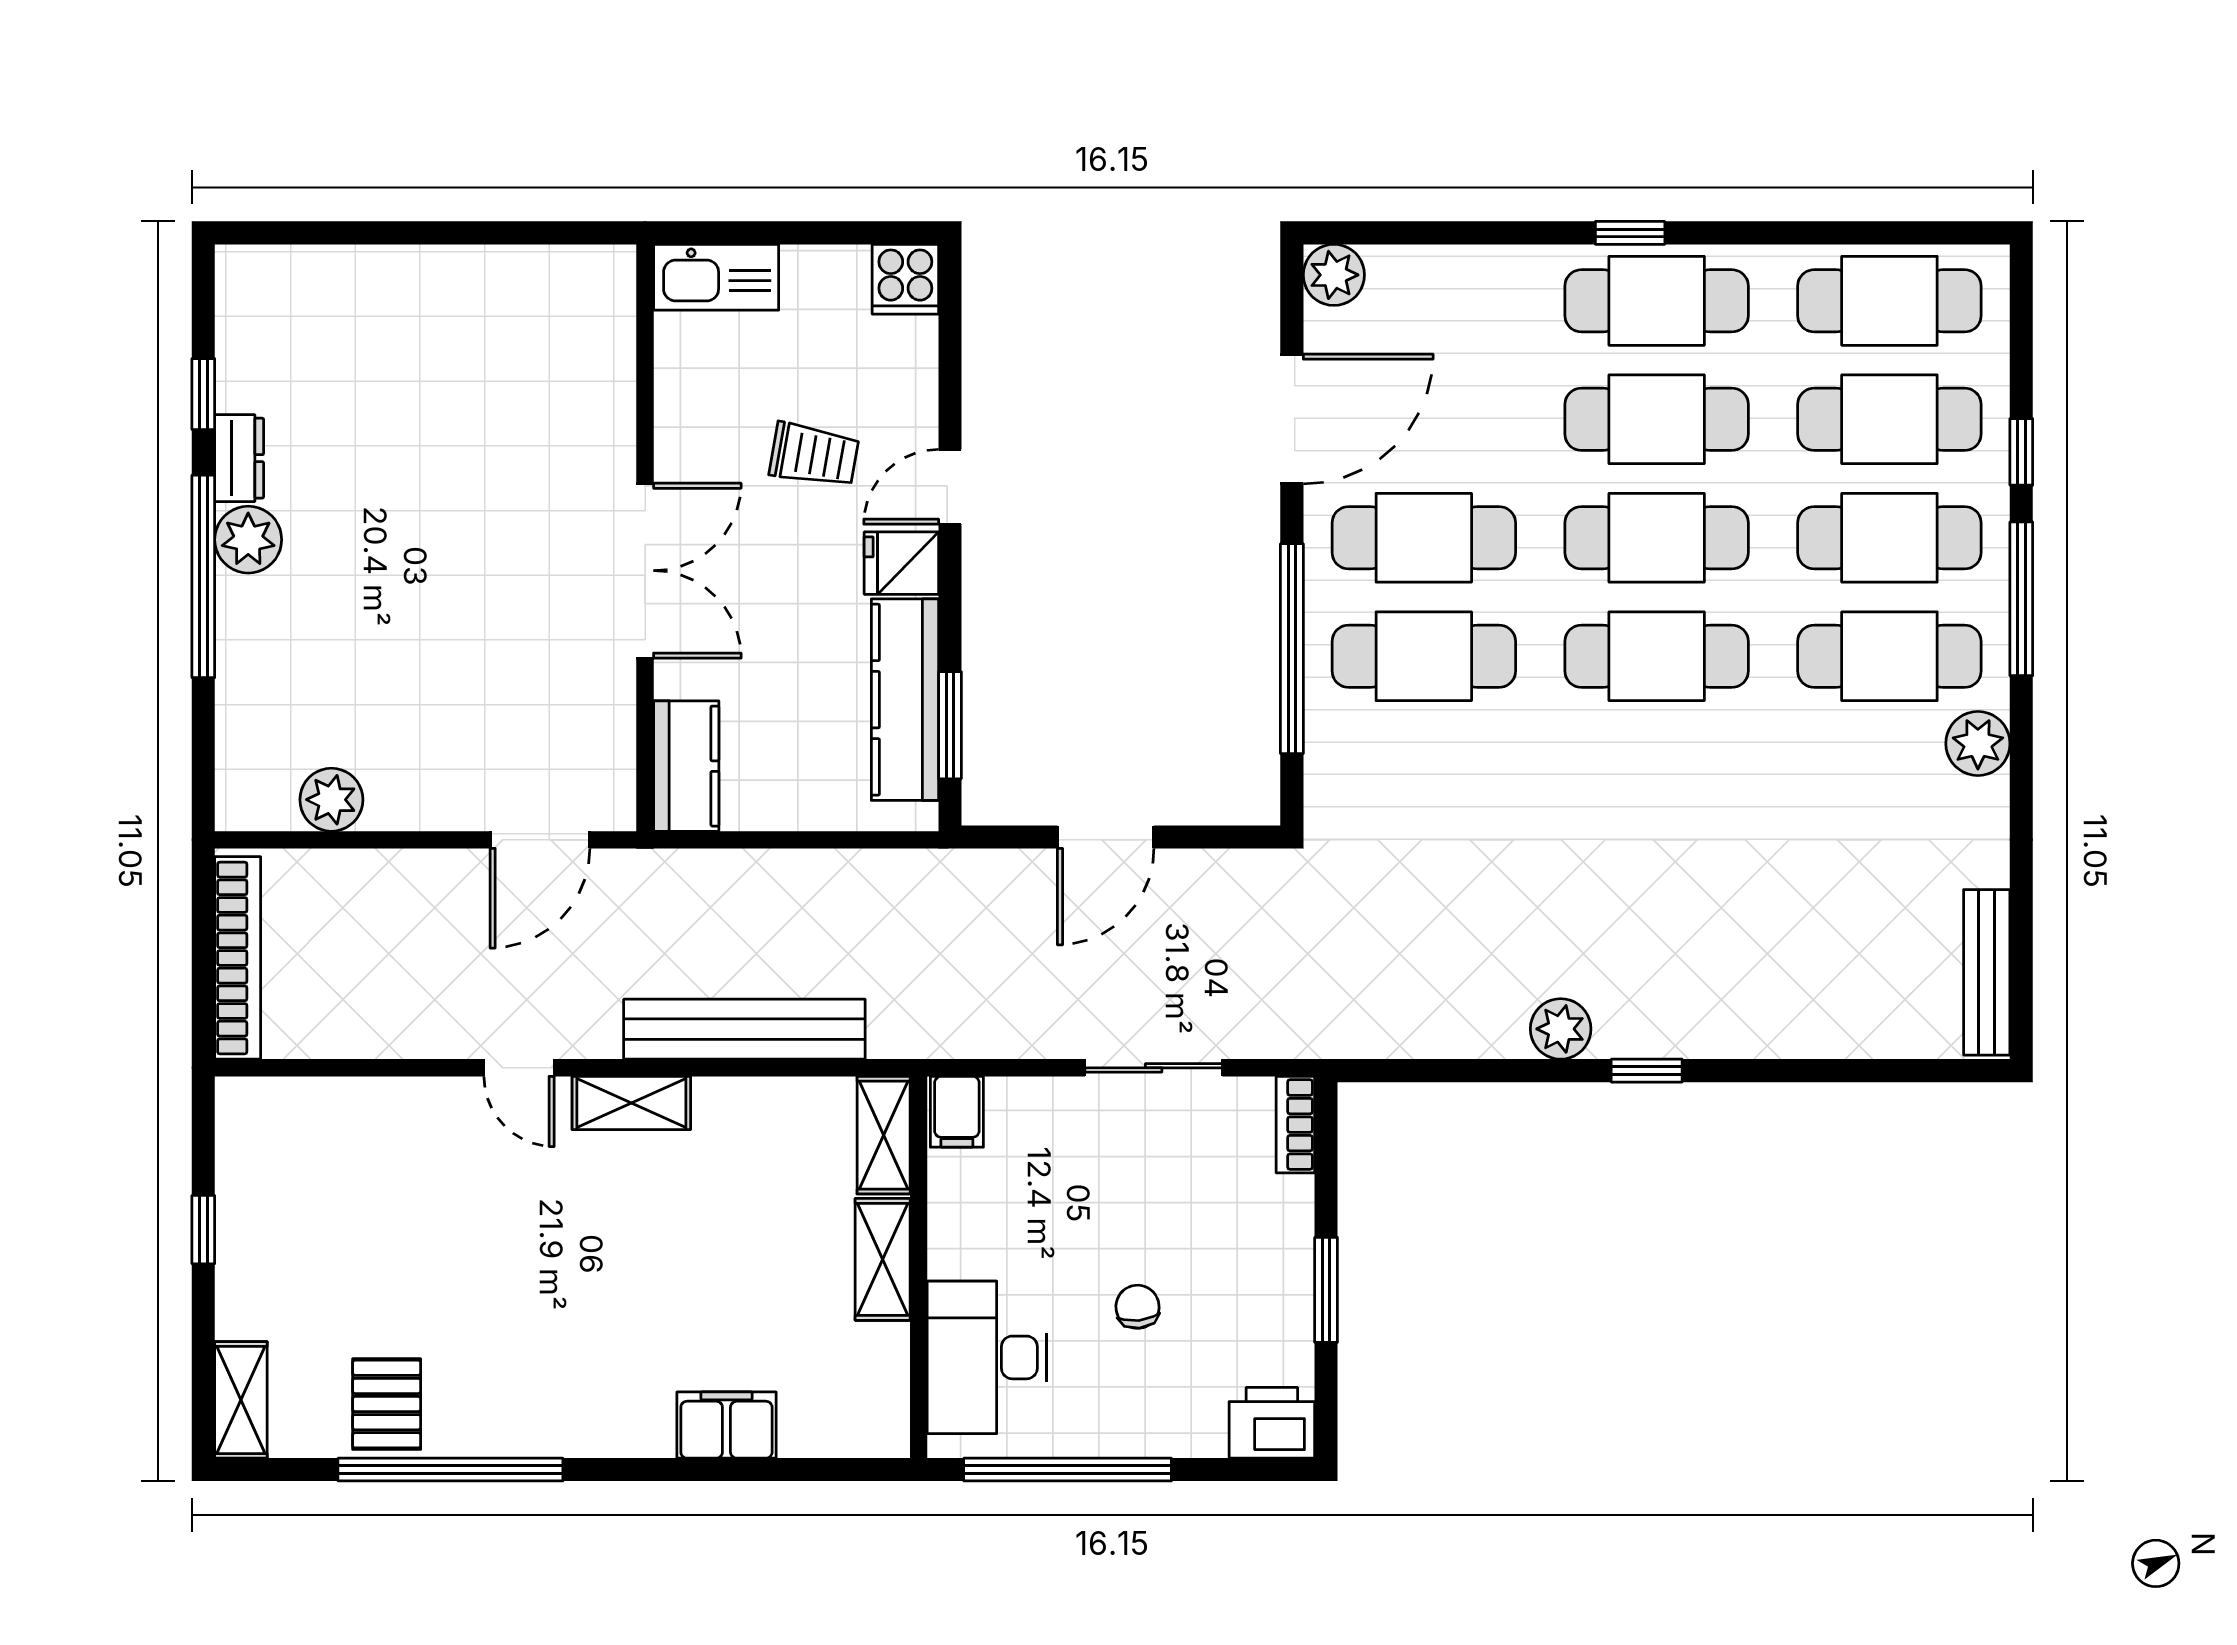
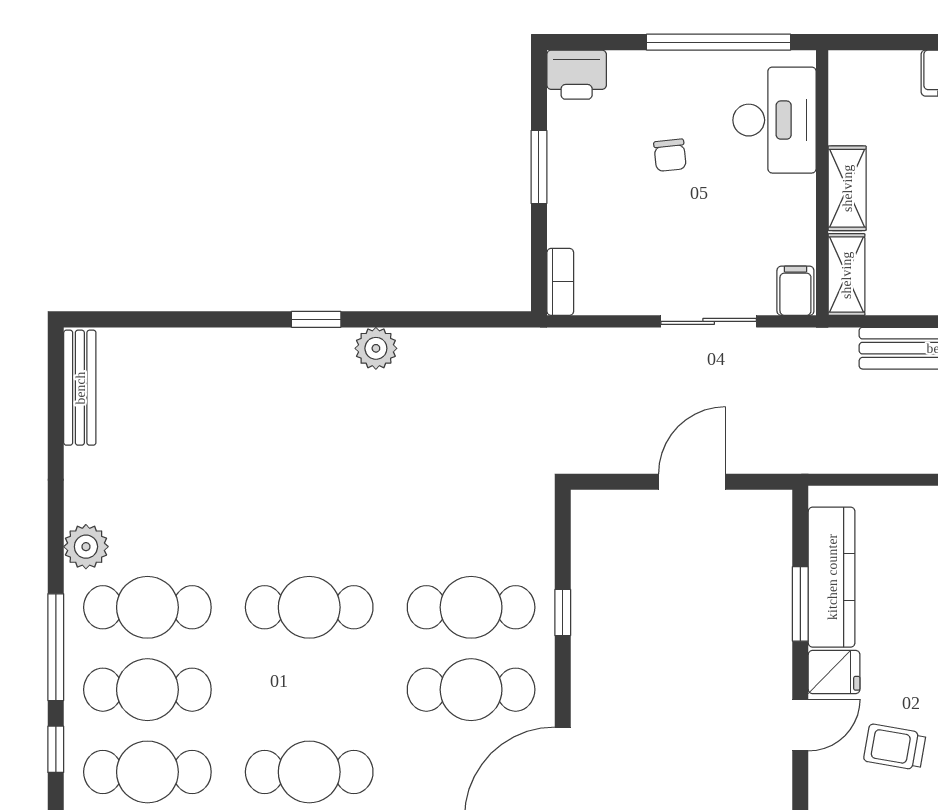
cafe table: (1657, 538) -> (309, 690), removed
window: (1292, 649) -> (563, 613), width x0.32
window: (950, 725) -> (800, 604), moved
sliding door: (1154, 1068) -> (709, 321), moved

